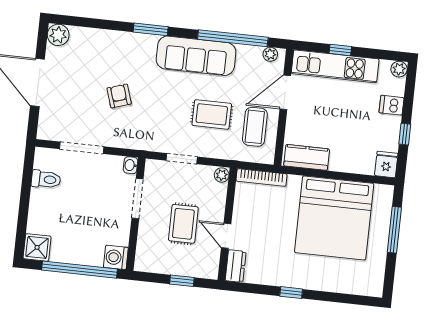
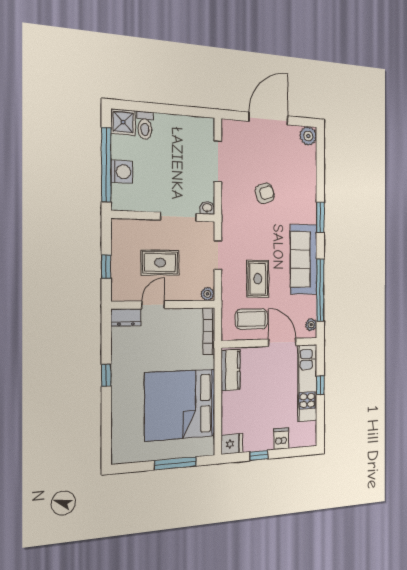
plant: (399, 69) -> (310, 439), removed
toilet: (46, 179) -> (145, 125), moved
washing machine: (116, 257) -> (122, 172), moved, turned 90

